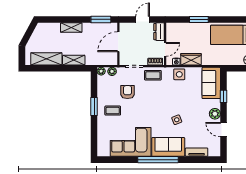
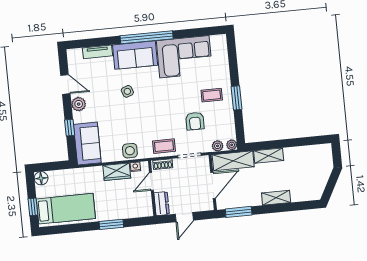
shelving: (46, 59) -> (233, 161), moved

